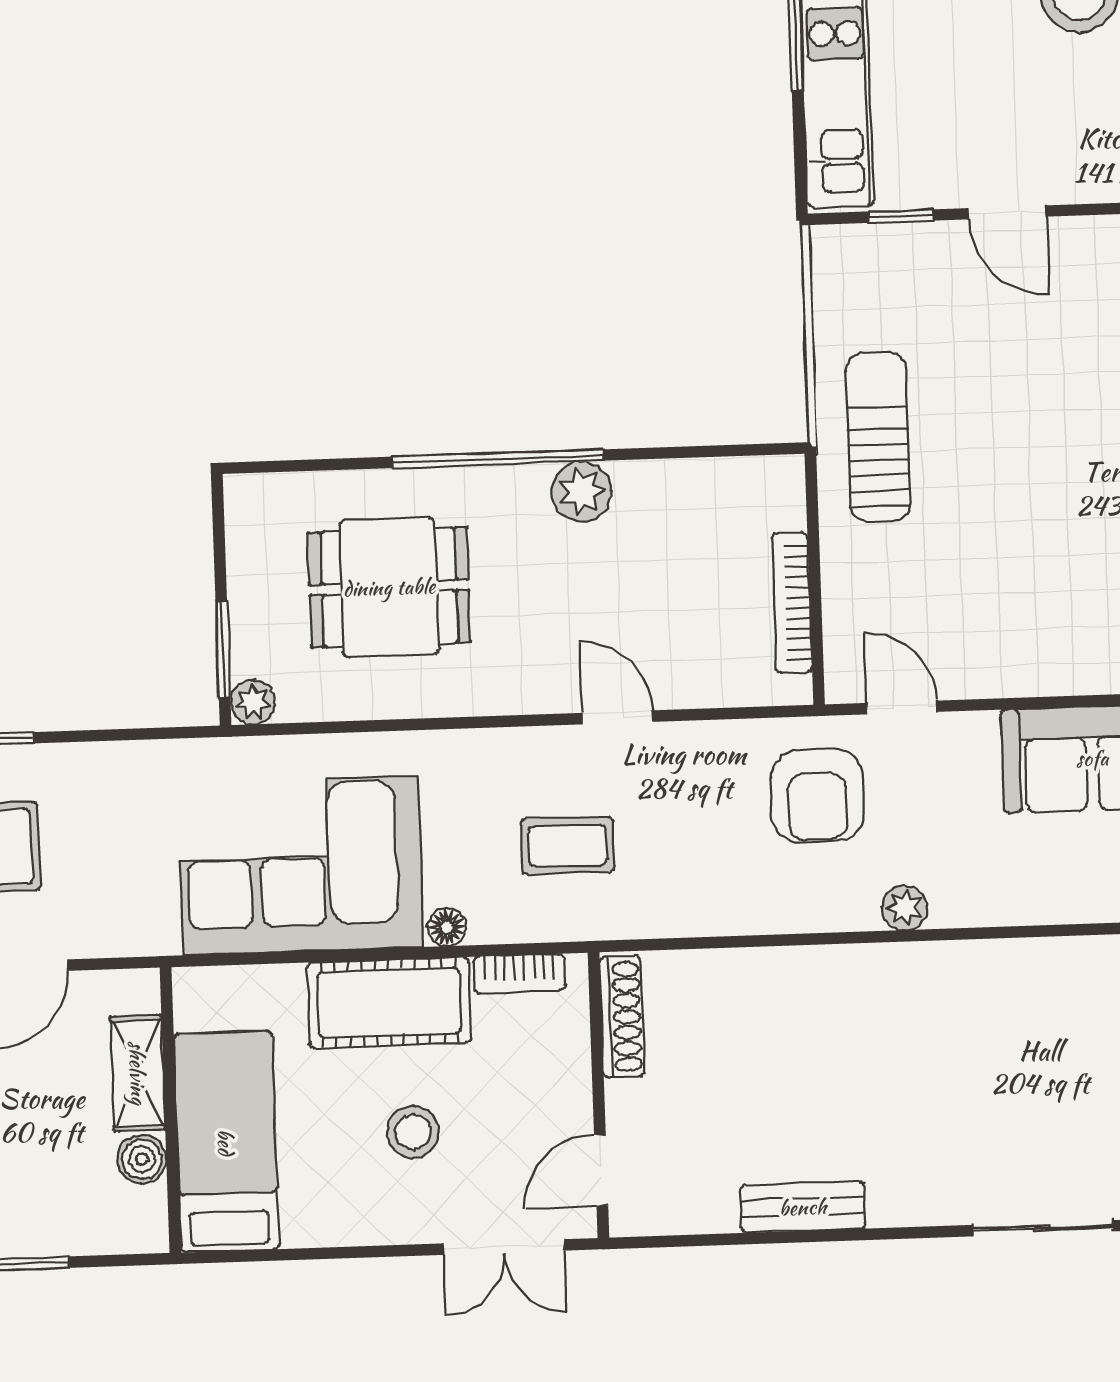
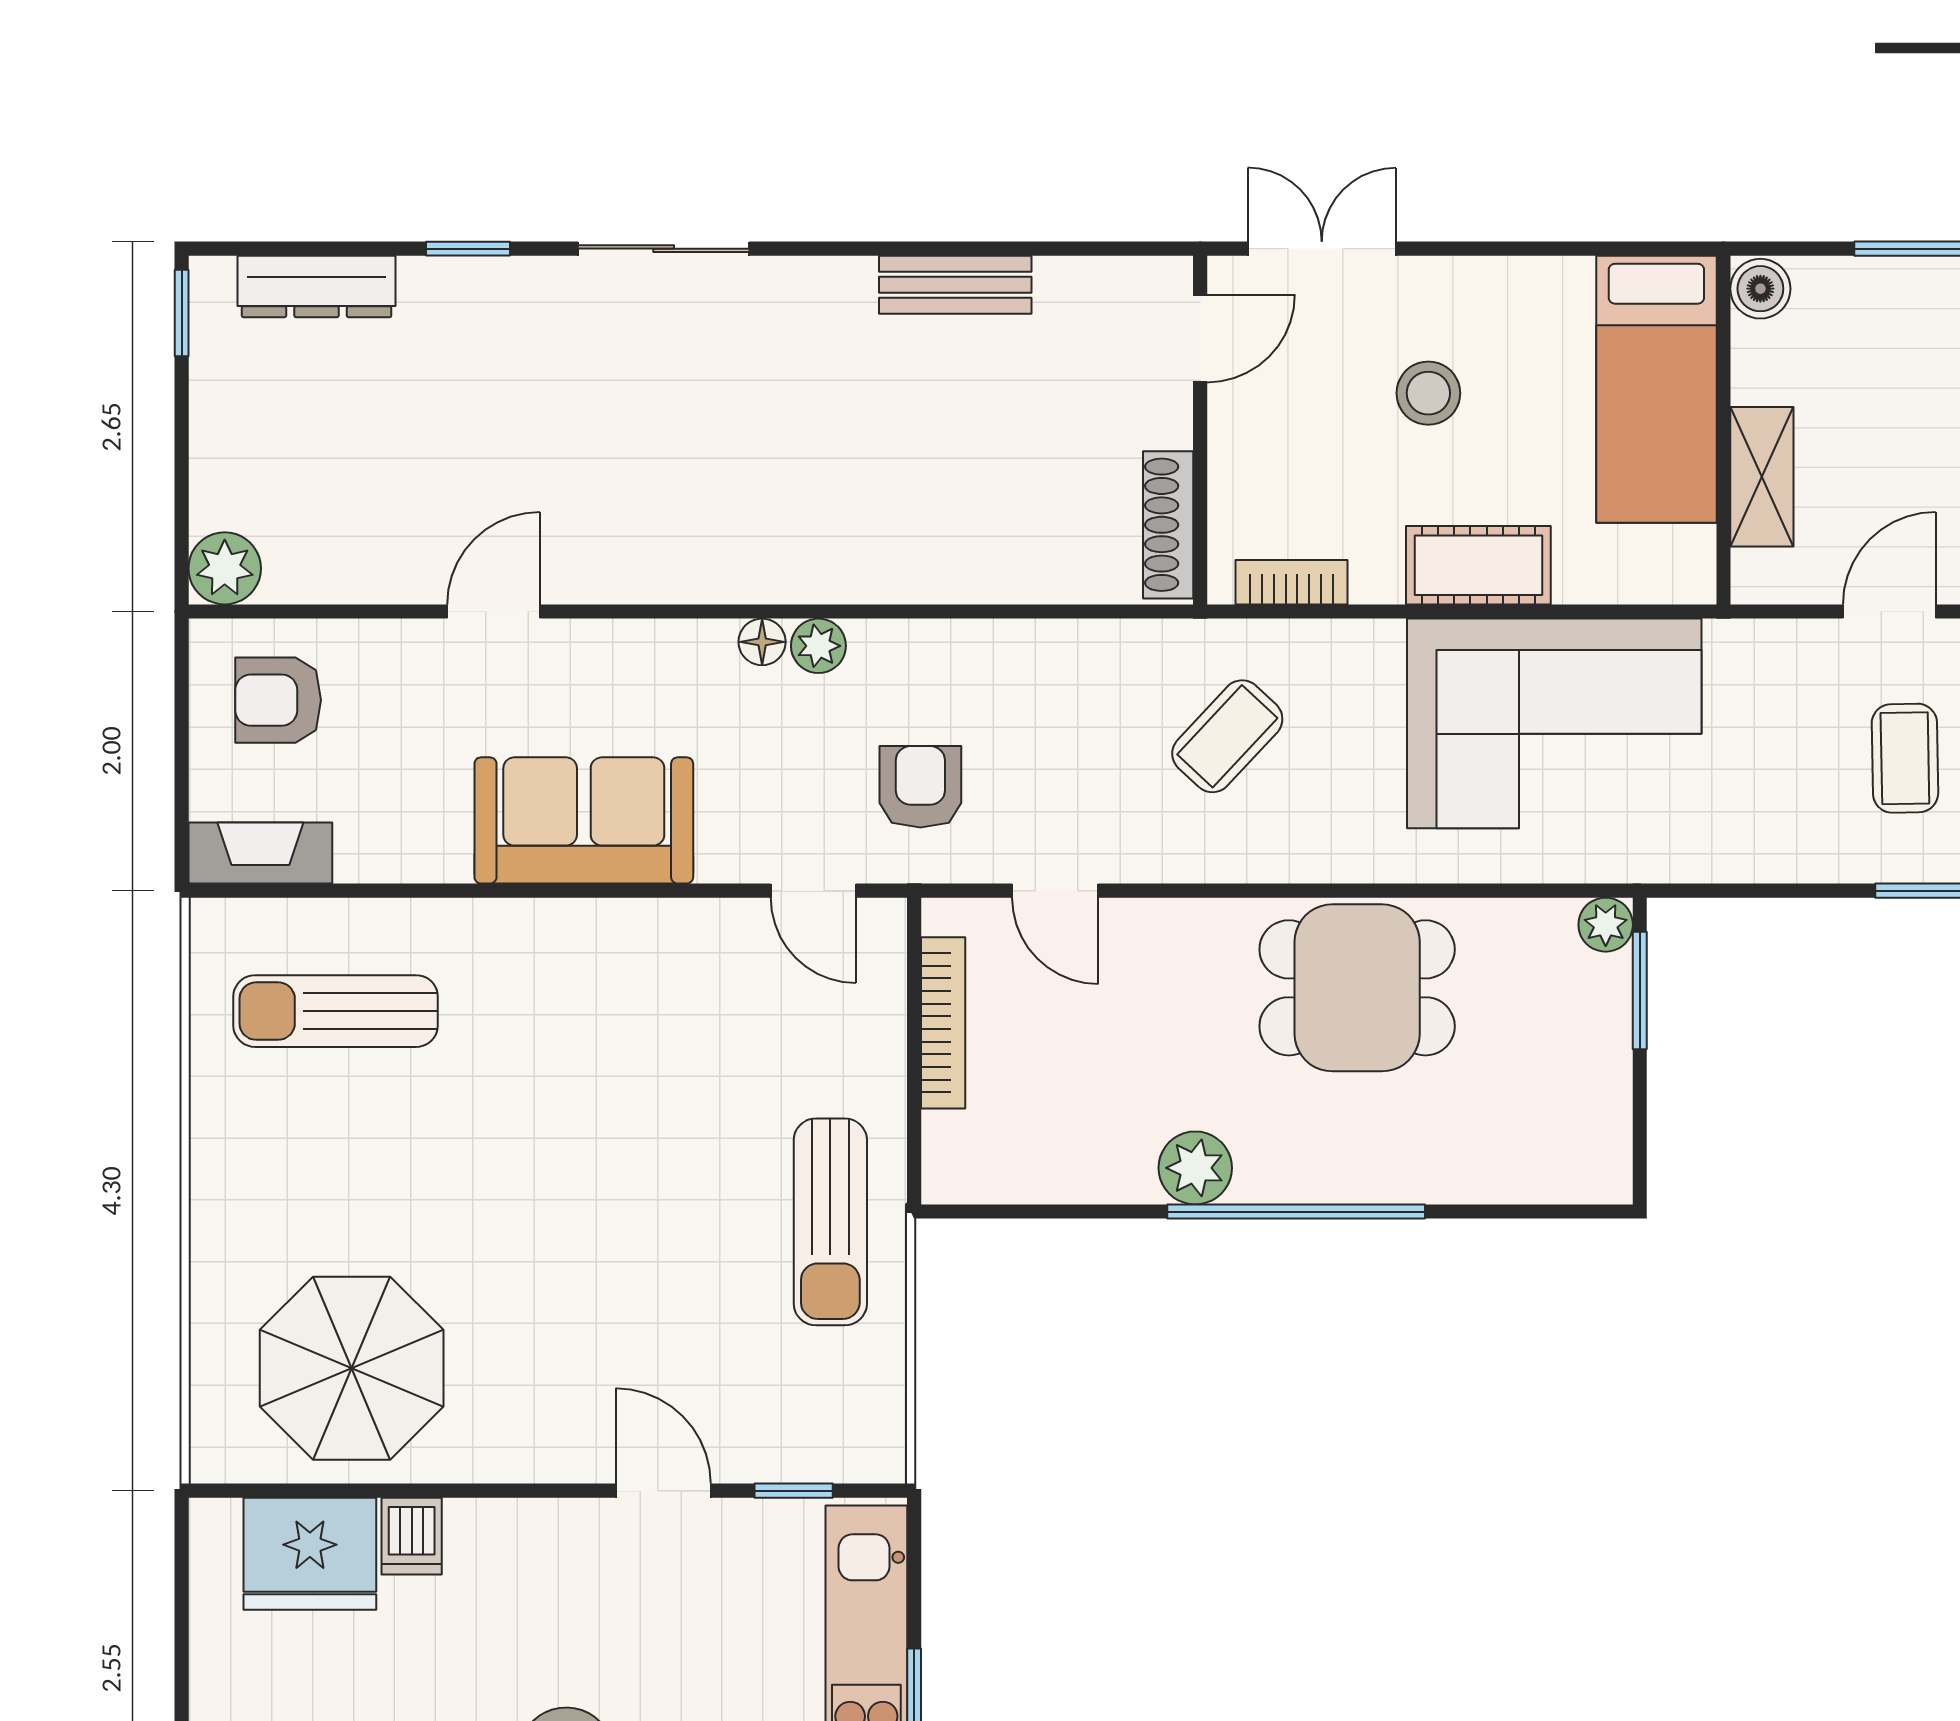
dining table: (389, 587) -> (1357, 988), moved
door: (617, 717) -> (1055, 891), moved
armchair: (817, 795) -> (920, 787), width x0.72, depth x0.72
coffee table: (568, 845) -> (1227, 736), turned -47
floor lamp: (447, 927) -> (762, 642), moved
cot: (389, 1003) -> (1478, 565), width x0.73, depth x0.75
boiler: (142, 1159) -> (1760, 289), moved

